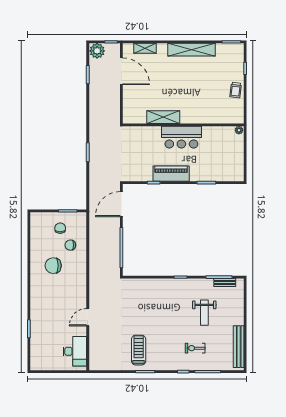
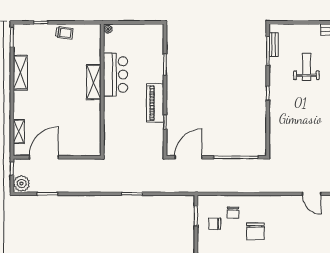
shelving: (192, 50) -> (20, 73), width x0.68
shelving: (163, 117) -> (94, 82), moved
bar counter: (181, 137) -> (116, 75), moved
door: (121, 204) -> (188, 157), swing flipped
weight bench: (204, 313) -> (306, 67), turned -90

